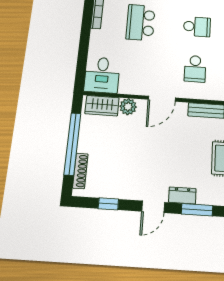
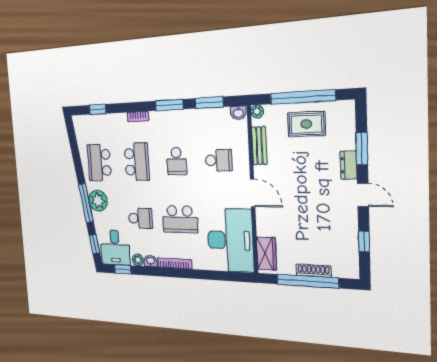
school desk: (197, 27) -> (177, 161), turned 180
desk: (102, 75) -> (230, 240), width x1.87, depth x1.30
plant: (128, 107) -> (264, 227), removed
shoe rack: (80, 171) -> (314, 271), moved

